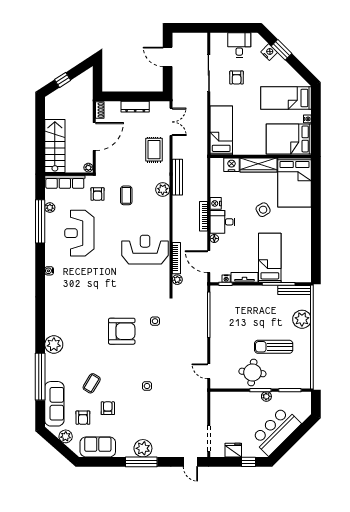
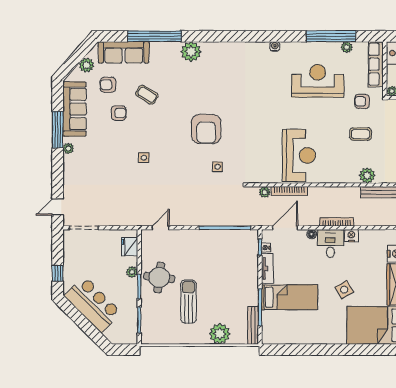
plant: (266, 396) -> (132, 272), moved
sofa: (98, 447) -> (75, 109), width x1.36
plant: (143, 448) -> (68, 148), width x0.53, depth x0.53
fridge: (233, 450) -> (130, 247), moved, turned 180
window: (141, 462) -> (58, 130), moved

